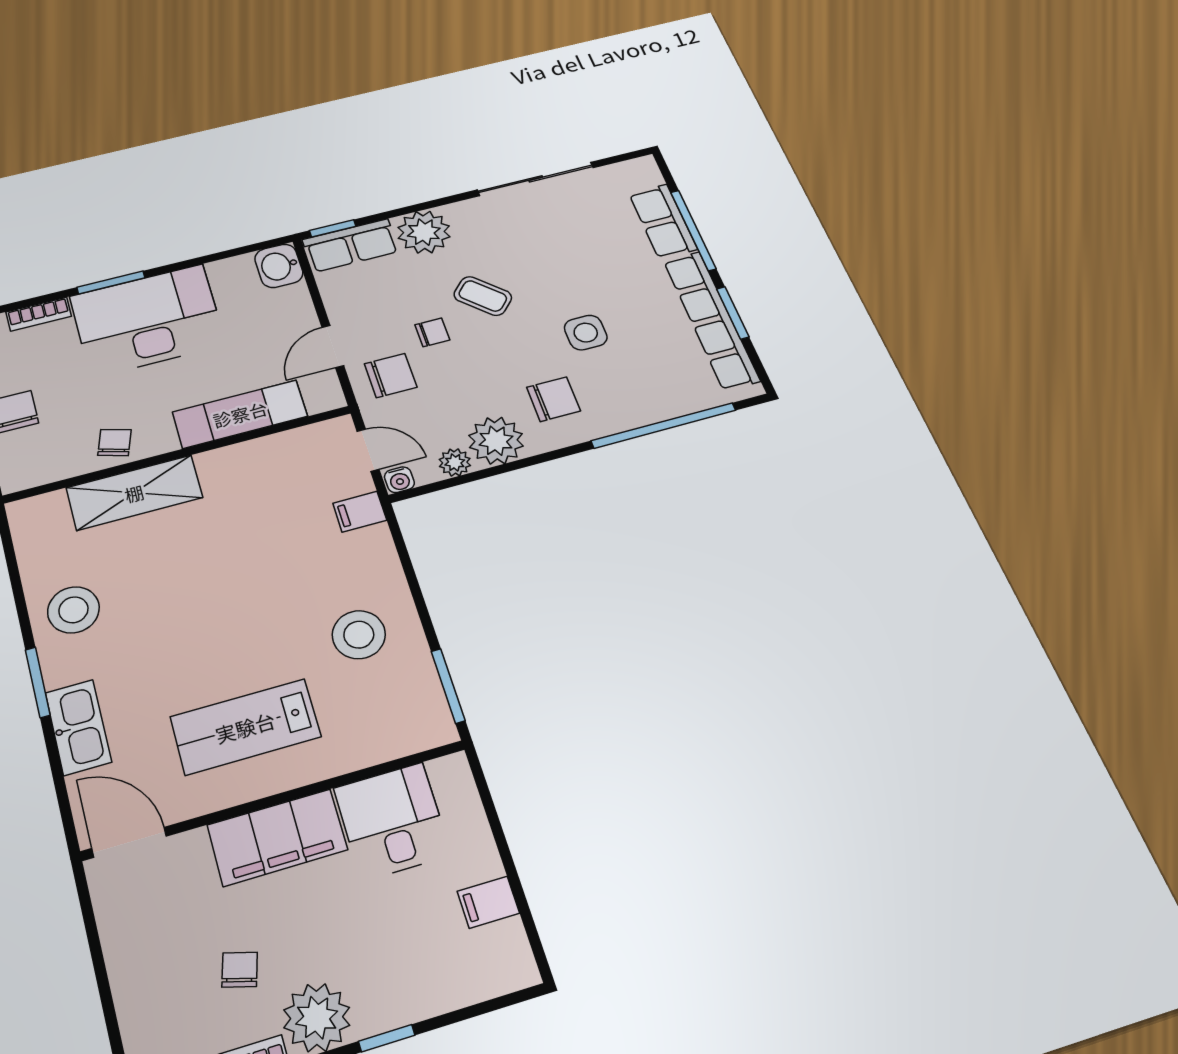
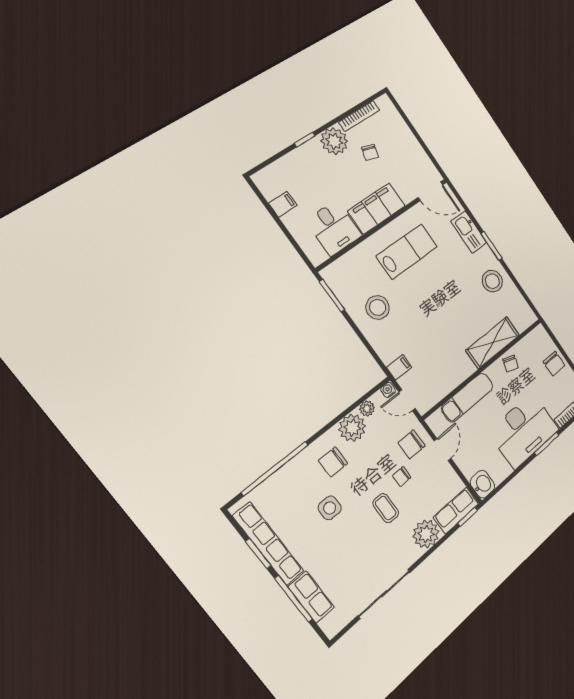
coffee table: (483, 296) -> (386, 508), turned 46

